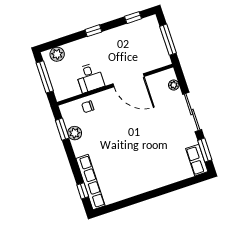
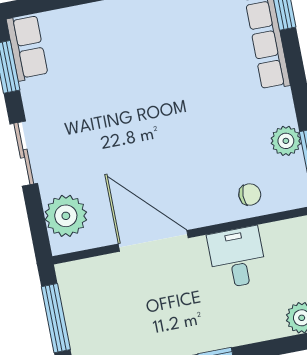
plant: (174, 85) -> (66, 216), width x1.87, depth x1.87
sliding door: (192, 112) -> (24, 154), width x0.73

